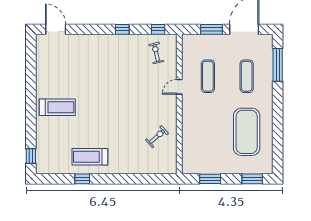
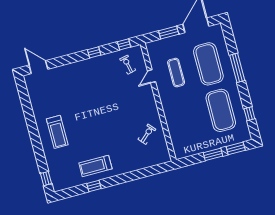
window: (278, 65) -> (237, 68), moved
exercise mat: (247, 76) -> (208, 64), width x2.00, depth x1.45
door: (179, 87) -> (151, 76), moved
treadmill: (57, 107) -> (57, 132), turned 90
window: (278, 144) -> (249, 114), added
window: (210, 179) -> (213, 154), moved

